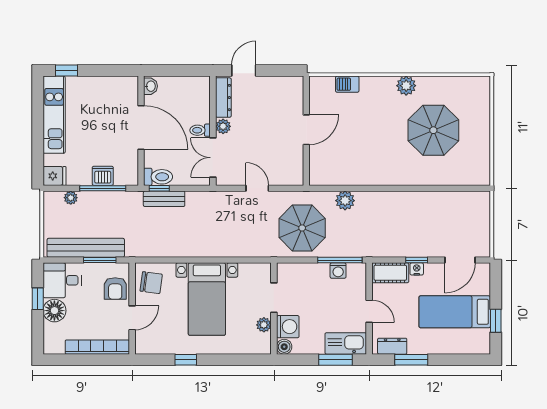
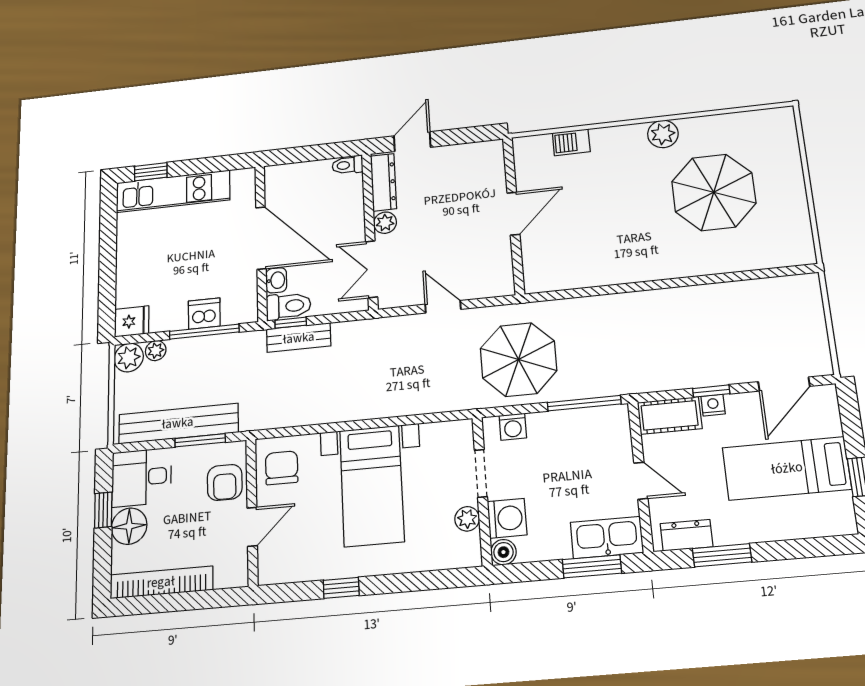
washbasin: (151, 86) -> (276, 280), moved
kitchen unit: (54, 115) -> (173, 191), moved, turned 90
toilet: (200, 130) -> (348, 165), moved
plant: (345, 201) -> (129, 358), moved
washing machine: (338, 271) -> (513, 427), moved
chair: (151, 283) -> (282, 468), turned -98
bookcase: (97, 347) -> (161, 582), moved

